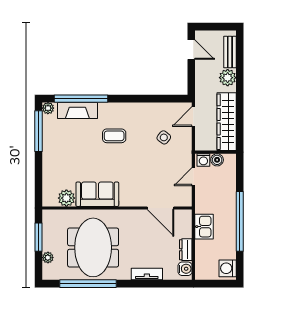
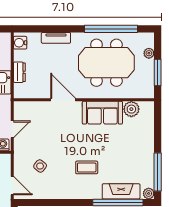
door: (193, 117) -> (12, 186), hinge flipped
door: (161, 208) -> (63, 100), moved
meeting table: (93, 247) -> (106, 63), turned 90
dresser: (186, 250) -> (19, 72), moved

